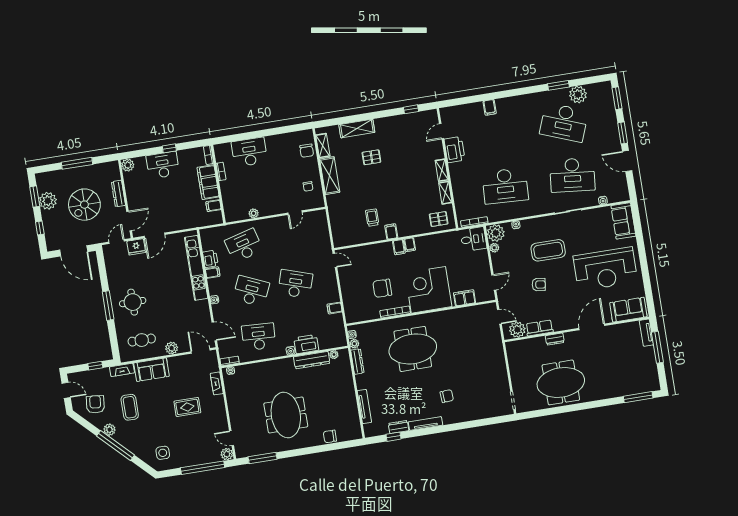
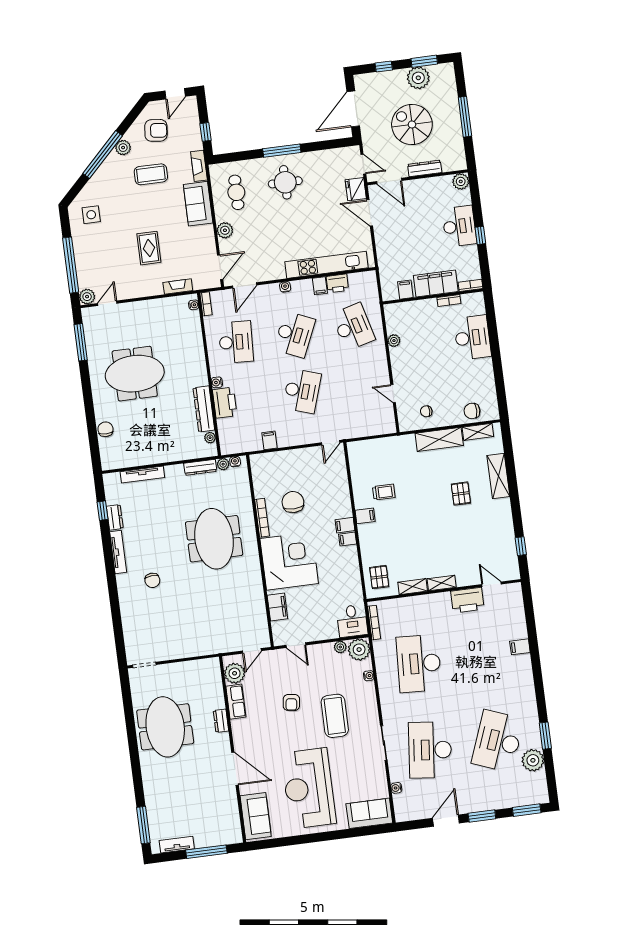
tv unit: (646, 333) -> (177, 845), moved

